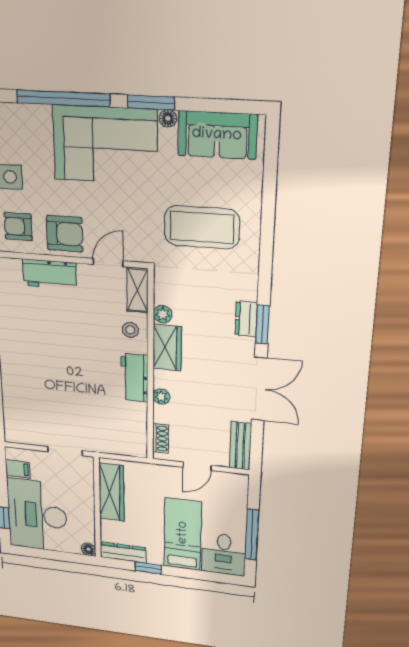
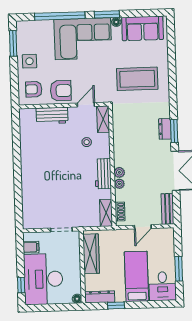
plant: (163, 314) -> (119, 172), moved
stool: (130, 330) -> (87, 142), moved
wardrobe: (167, 348) -> (121, 152), removed
shelving: (137, 437) -> (106, 213), added
window: (252, 535) -> (179, 269), width x0.69

